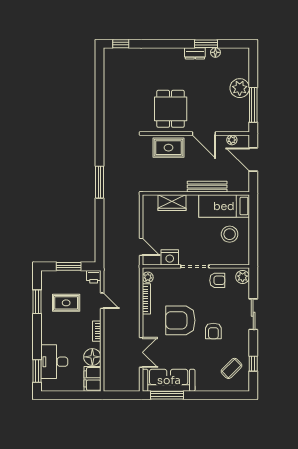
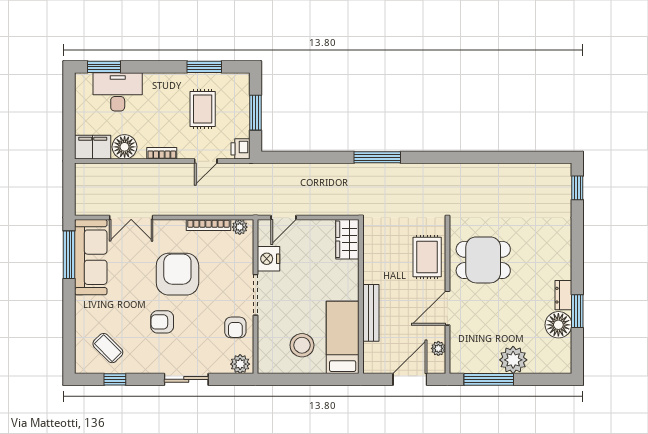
floor lamp: (215, 52) -> (558, 325), width x1.89, depth x1.89
wardrobe: (172, 203) -> (347, 239), moved

